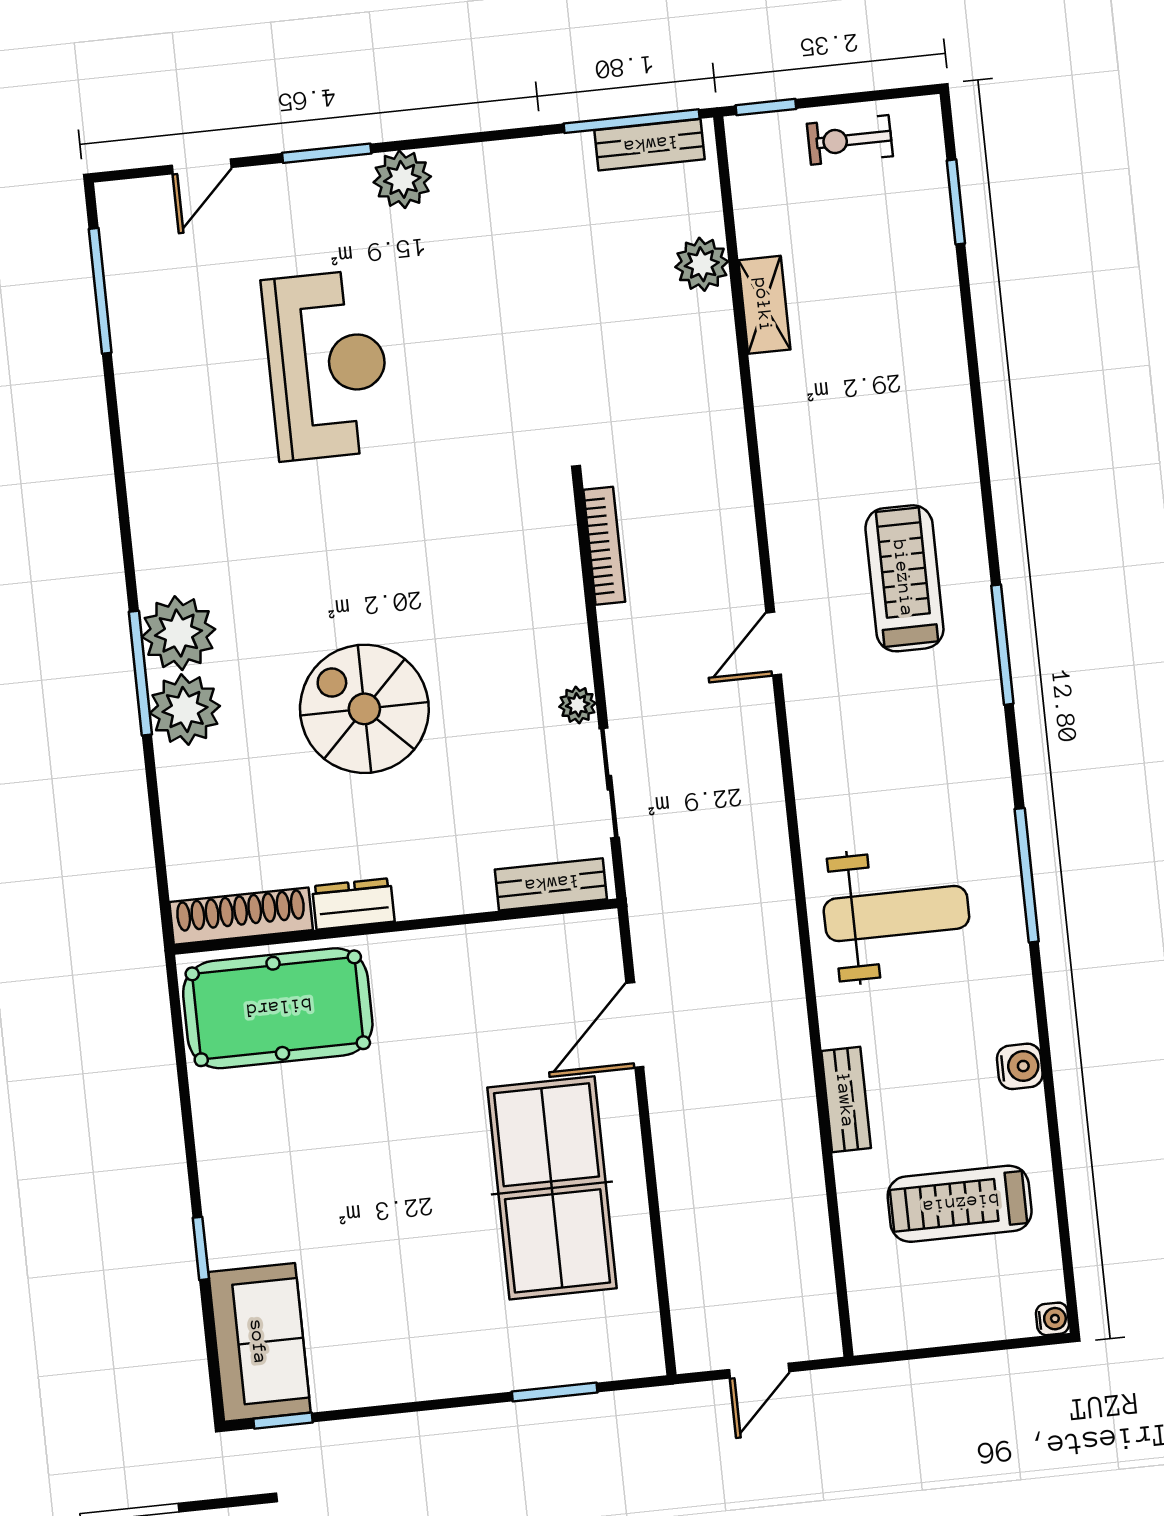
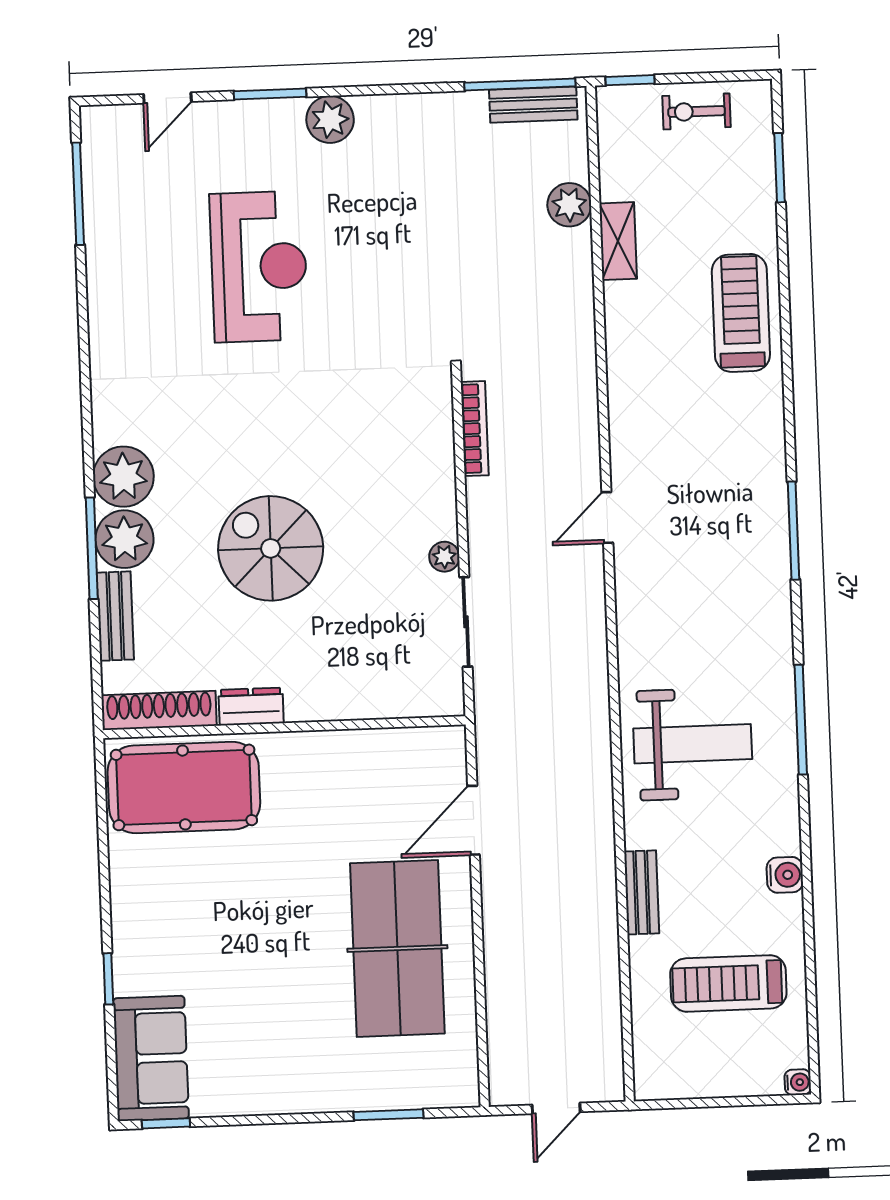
treadmill: (904, 578) -> (741, 313), moved
window: (140, 673) -> (92, 548), moved
bench: (551, 884) -> (115, 616), moved, turned 90

